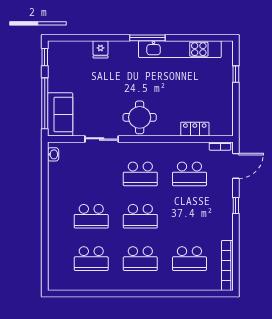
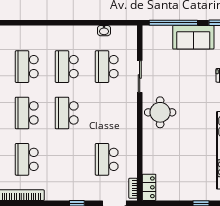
sofa: (60, 114) -> (193, 37), moved
locker: (195, 129) -> (149, 187), moved
washbasin: (53, 154) -> (104, 31), moved
school desk: (140, 174) -> (107, 67), moved

